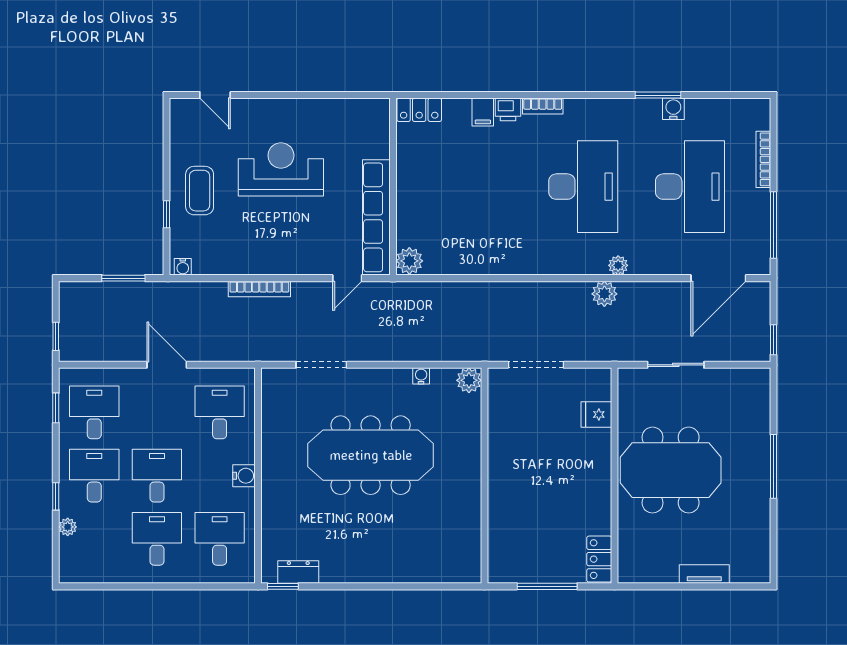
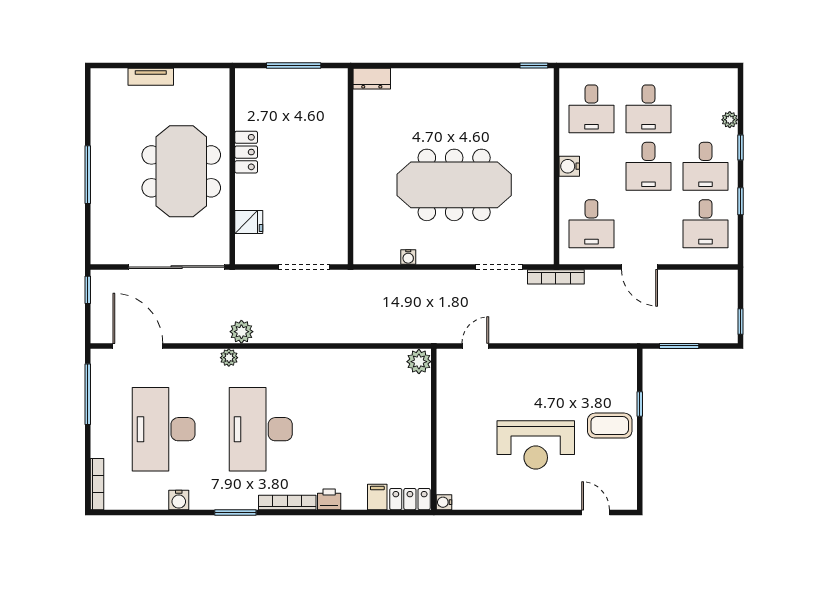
window: (658, 95) -> (235, 512), moved
bookcase: (543, 106) -> (287, 502), width x1.56
filing cabinet: (483, 112) -> (377, 497), moved
bookcase: (763, 159) -> (97, 484), moved
coffee table: (200, 191) -> (610, 426), turned 90
row of seats: (376, 217) -> (449, 401), removed
water cooler: (183, 267) -> (444, 502), moved, turned -90
door: (718, 278) -> (138, 346), hinge flipped
bookcase: (259, 289) -> (556, 277), moved, turned 180
window: (56, 336) -> (741, 322), moved
sliding door: (676, 365) -> (177, 267), width x1.86
plant: (469, 380) -> (365, 253), removed
window: (56, 408) -> (741, 201), moved
meeting table: (671, 470) -> (181, 171), turned 90
locker: (599, 559) -> (246, 152), moved
dresser: (298, 572) -> (372, 79), moved

